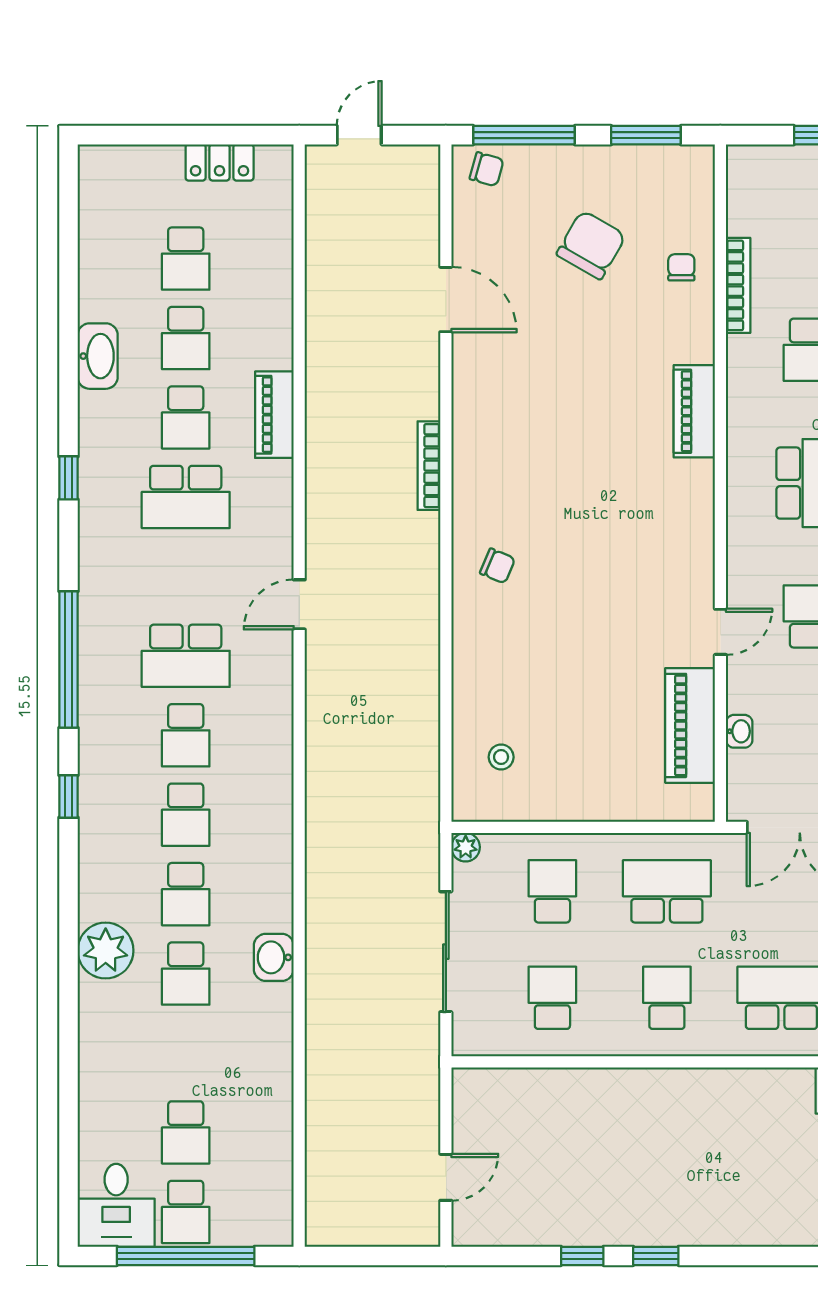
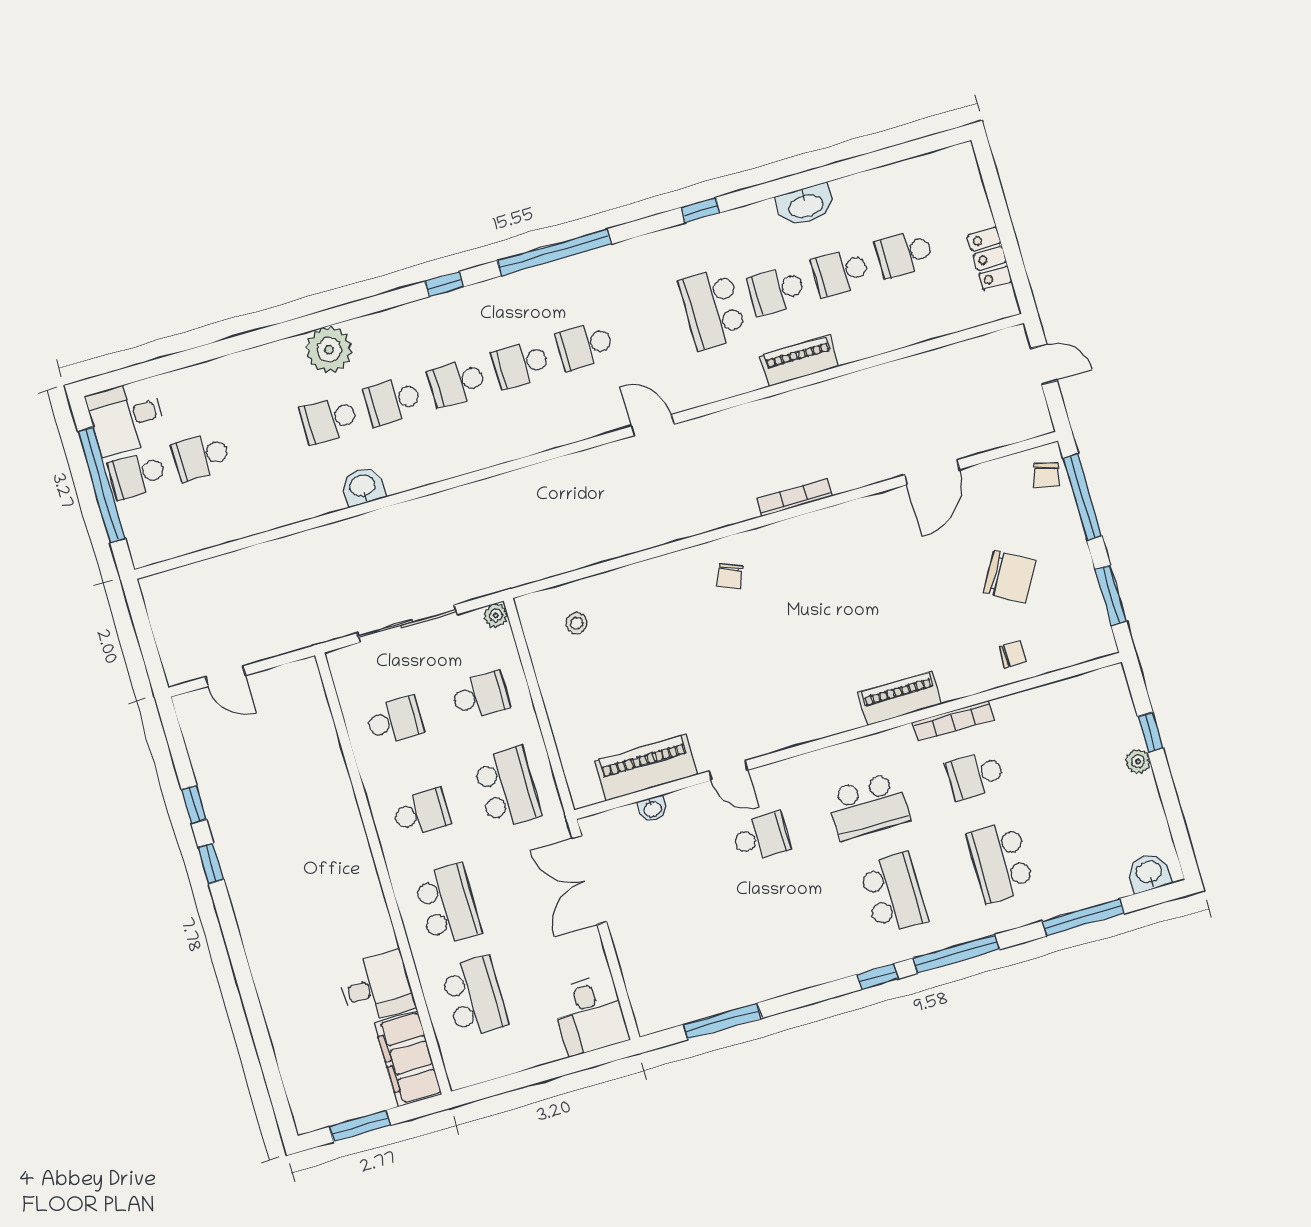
bookcase: (738, 285) -> (953, 721), moved
school desk: (186, 656) -> (585, 346), width x0.54

